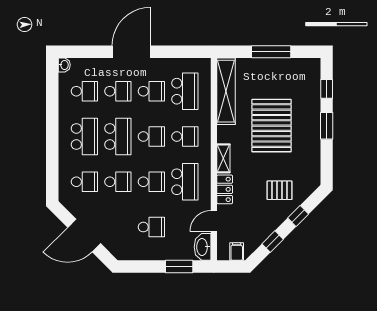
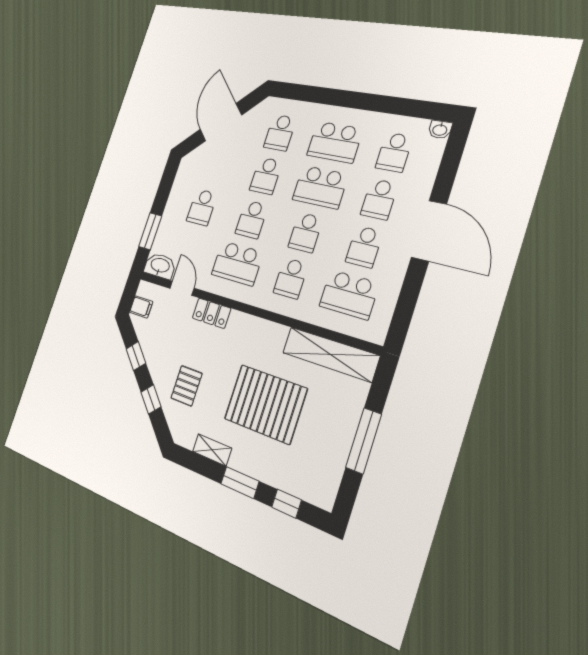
shelving: (223, 158) -> (212, 450), moved

